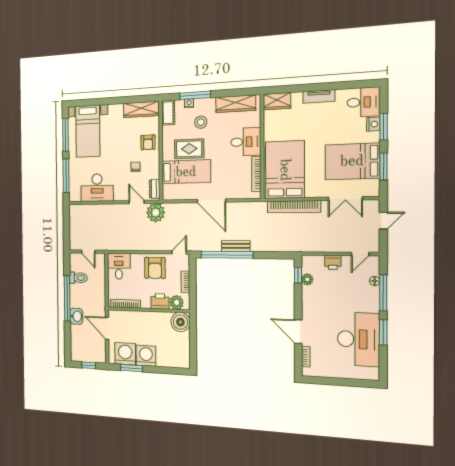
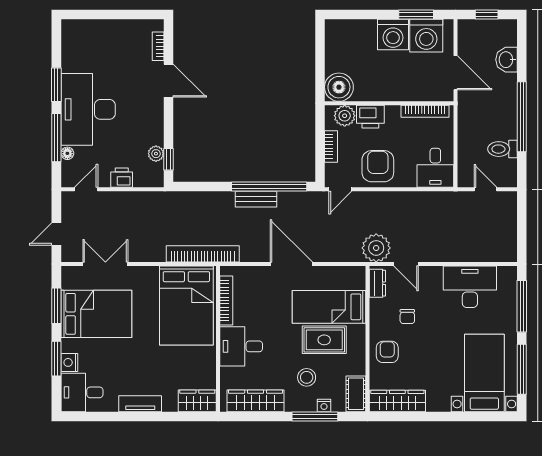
bookcase: (294, 207) -> (203, 254), moved
washbasin: (76, 316) -> (507, 60), moved
desk: (358, 339) -> (88, 109), moved

